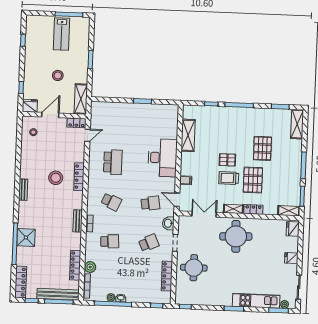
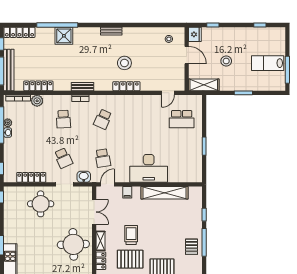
locker: (77, 123) -> (180, 81), removed
door: (87, 135) -> (168, 93), hinge flipped
shelving: (188, 135) -> (165, 193), width x1.47
pallet: (227, 160) -> (191, 247), moved
school desk: (113, 162) -> (182, 119), moved

